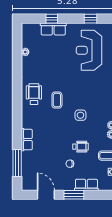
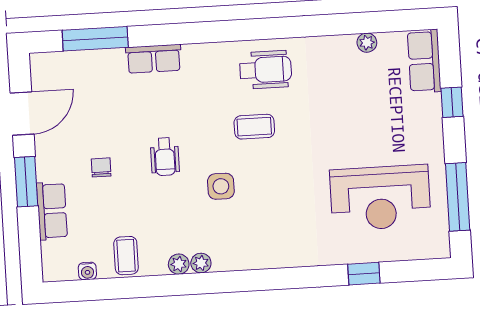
window: (91, 19) -> (458, 197), width x2.17
row of seats: (53, 29) -> (424, 61), moved
reception desk: (89, 50) -> (380, 198), turned 180
wheelchair: (80, 147) -> (165, 157), moved

